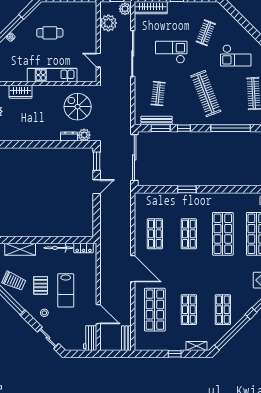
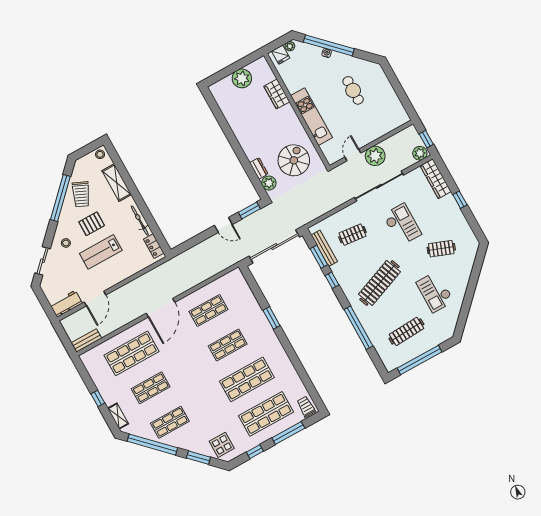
plant: (108, 23) -> (375, 156), moved

